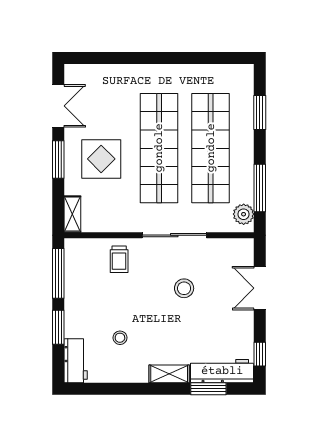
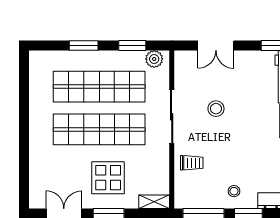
window: (260, 112) -> (84, 45), moved
window: (260, 188) -> (132, 45), width x0.69
stool: (120, 338) -> (234, 191), moved

